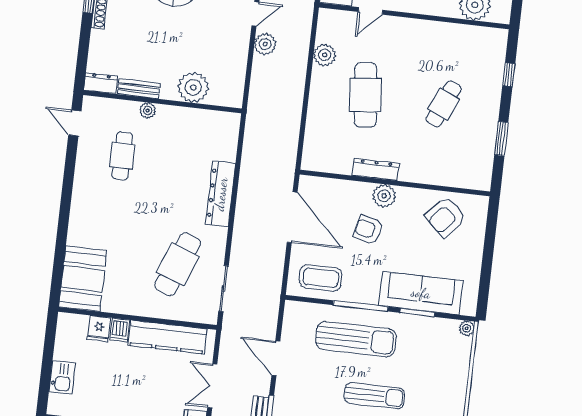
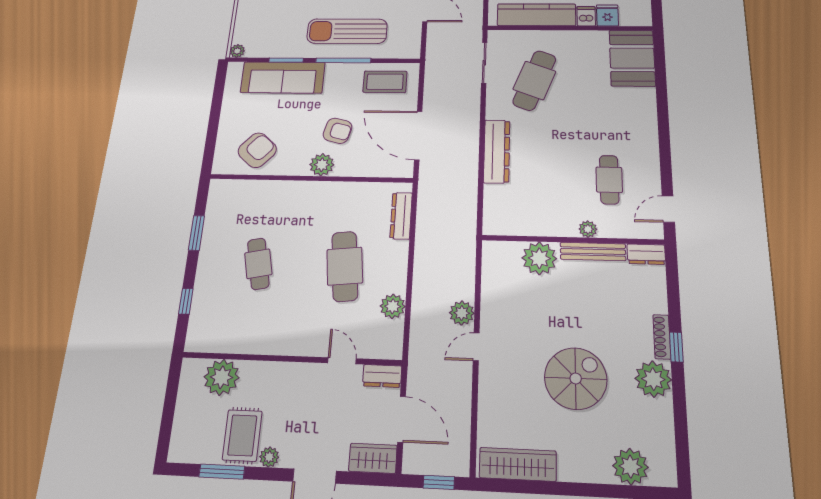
door: (370, 11) -> (342, 361), hinge flipped
bench: (139, 89) -> (593, 252), width x1.36
cafe table: (444, 104) -> (258, 264), turned -36
door: (75, 123) -> (668, 209), swing flipped
dresser: (376, 169) -> (401, 216), moved, turned 90

